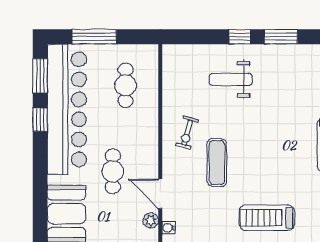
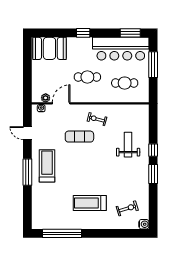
bar counter: (67, 109) -> (121, 49), width x0.73
window: (40, 120) -> (83, 33), moved
cafe table: (113, 171) -> (87, 77), moved

